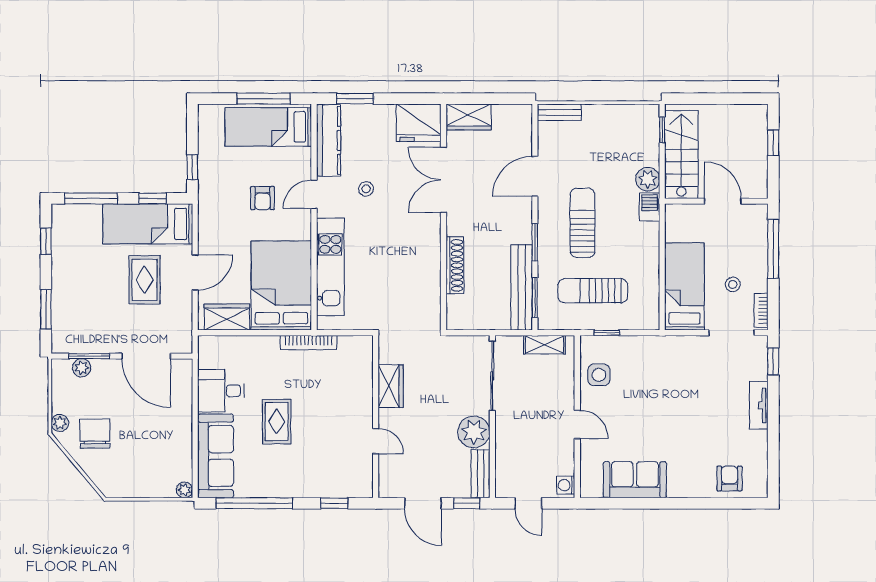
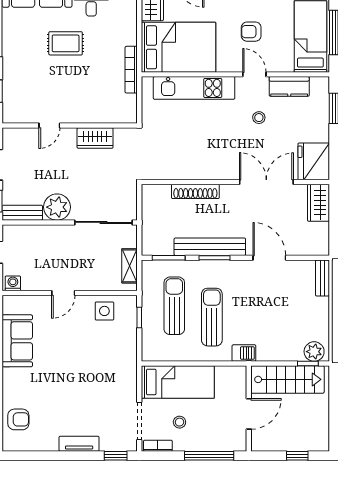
kitchen counter: (329, 140) -> (289, 86), width x0.67
plant: (648, 179) -> (314, 352), moved
sun lounger: (582, 223) -> (212, 317), moved, turned -90
bench: (522, 287) -> (210, 247), moved

